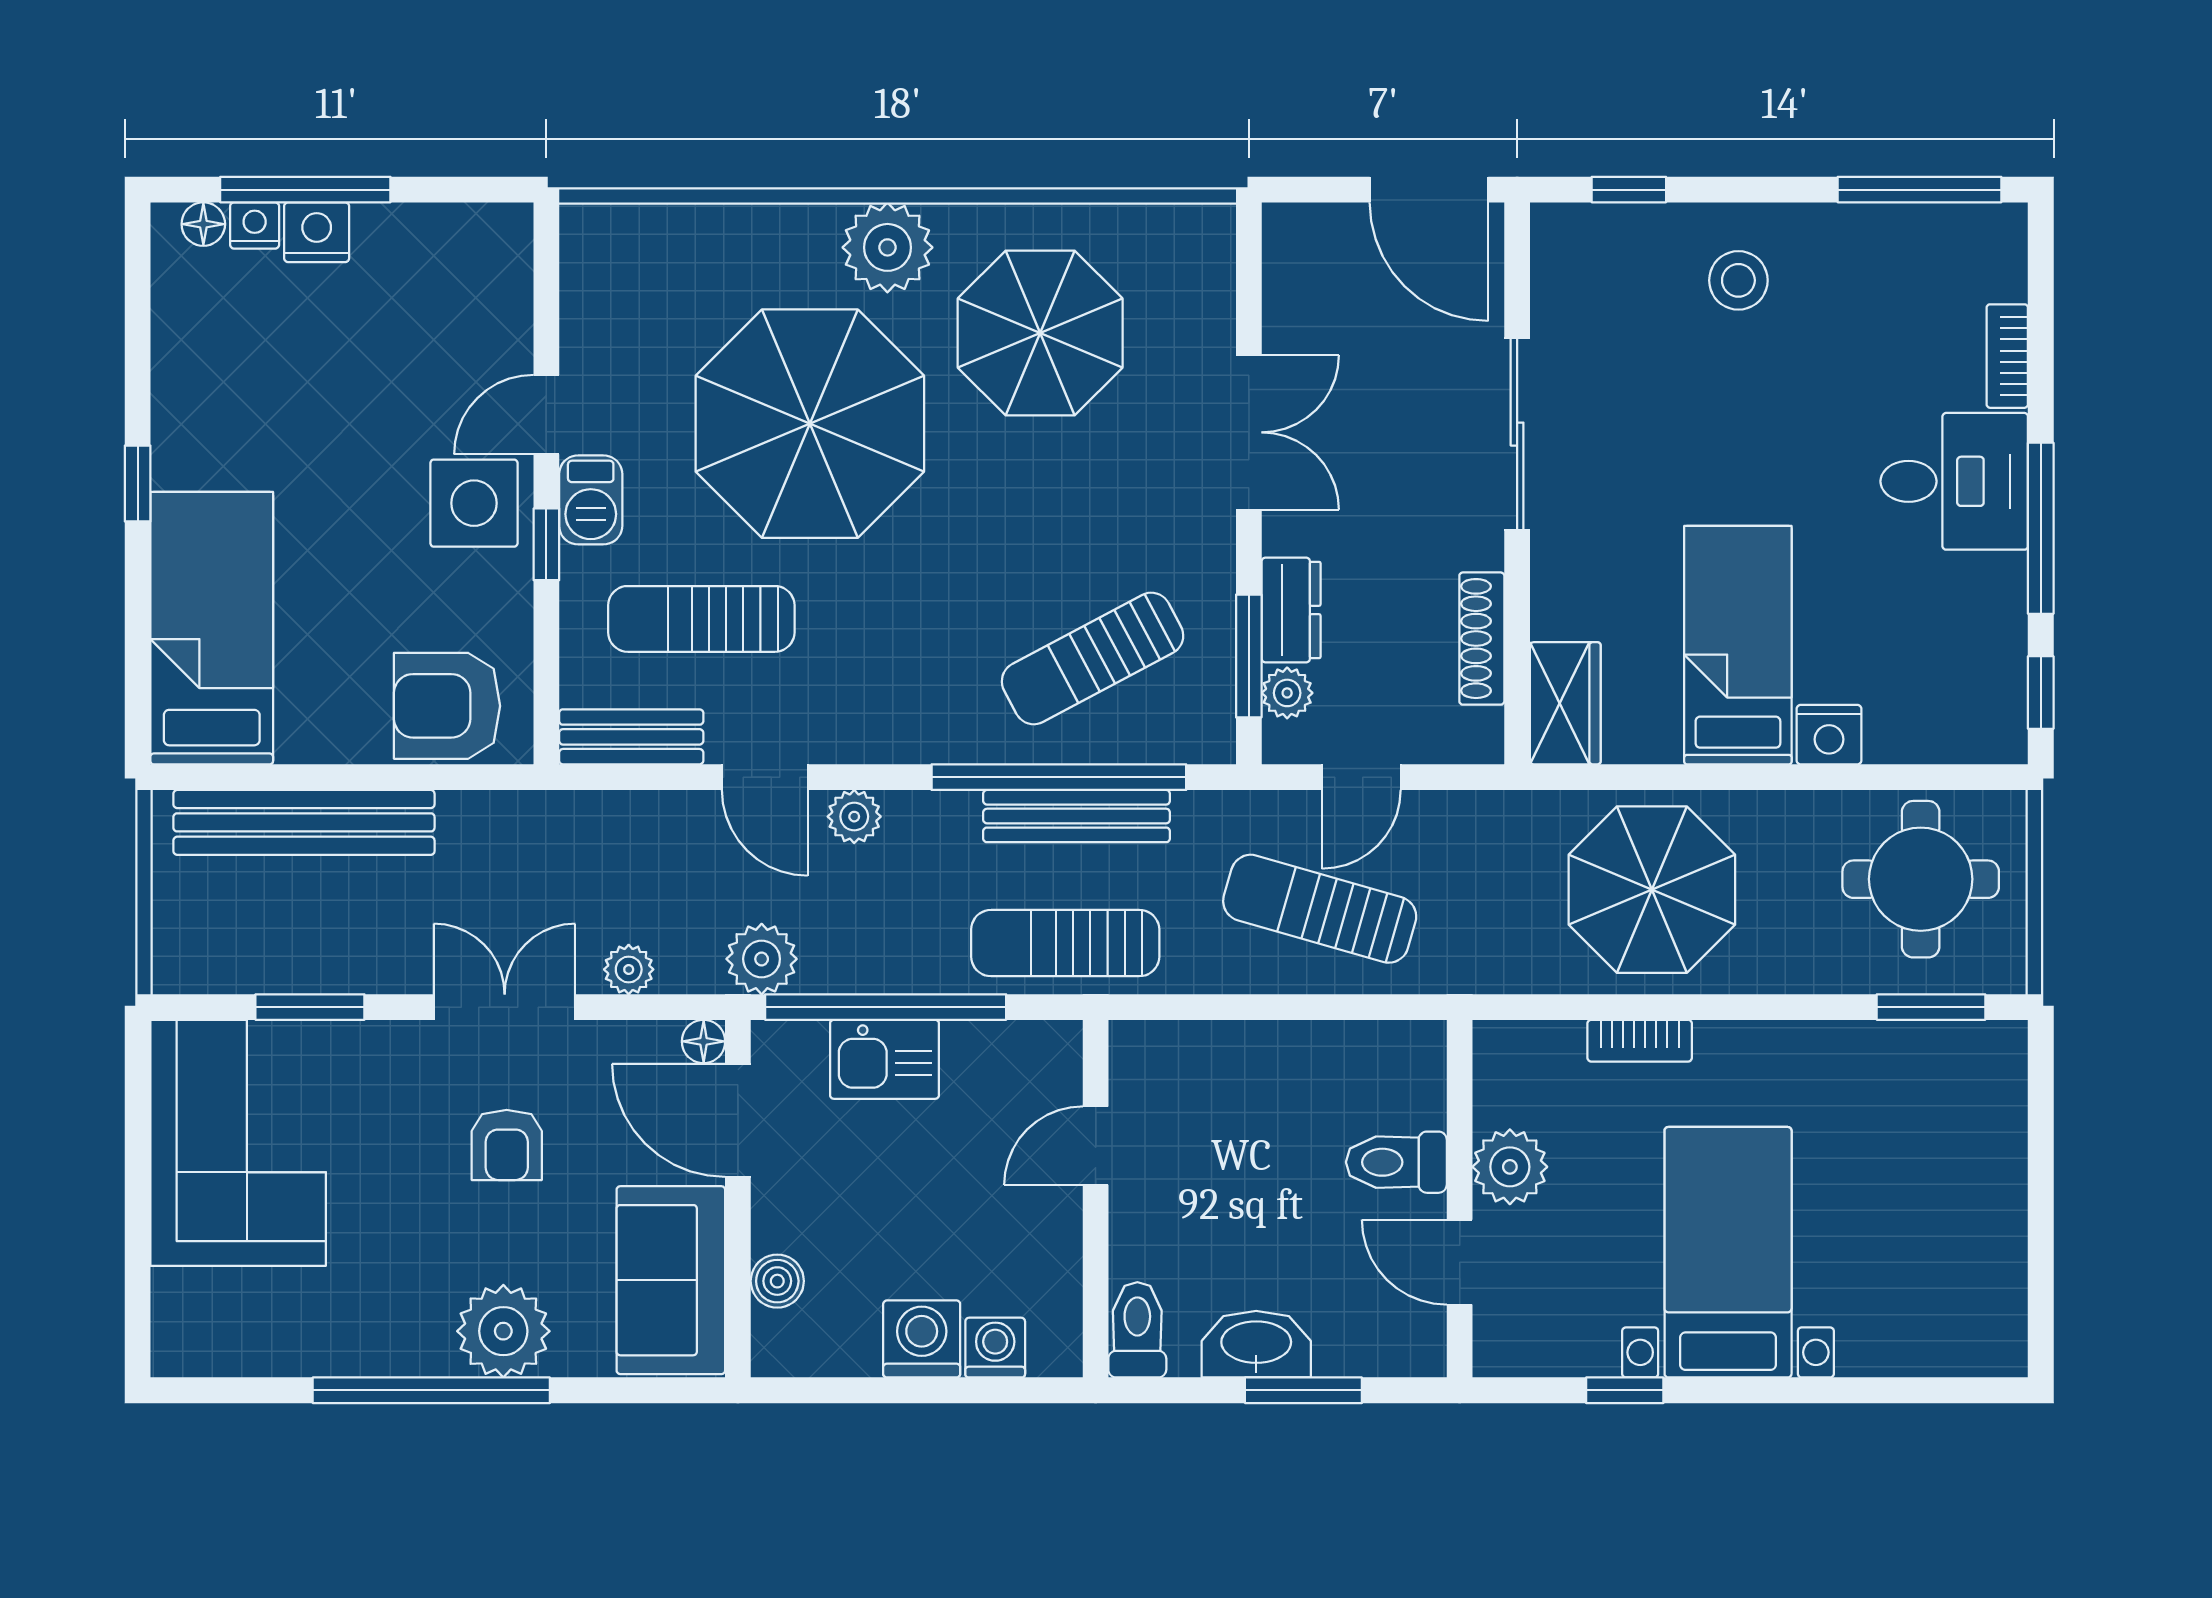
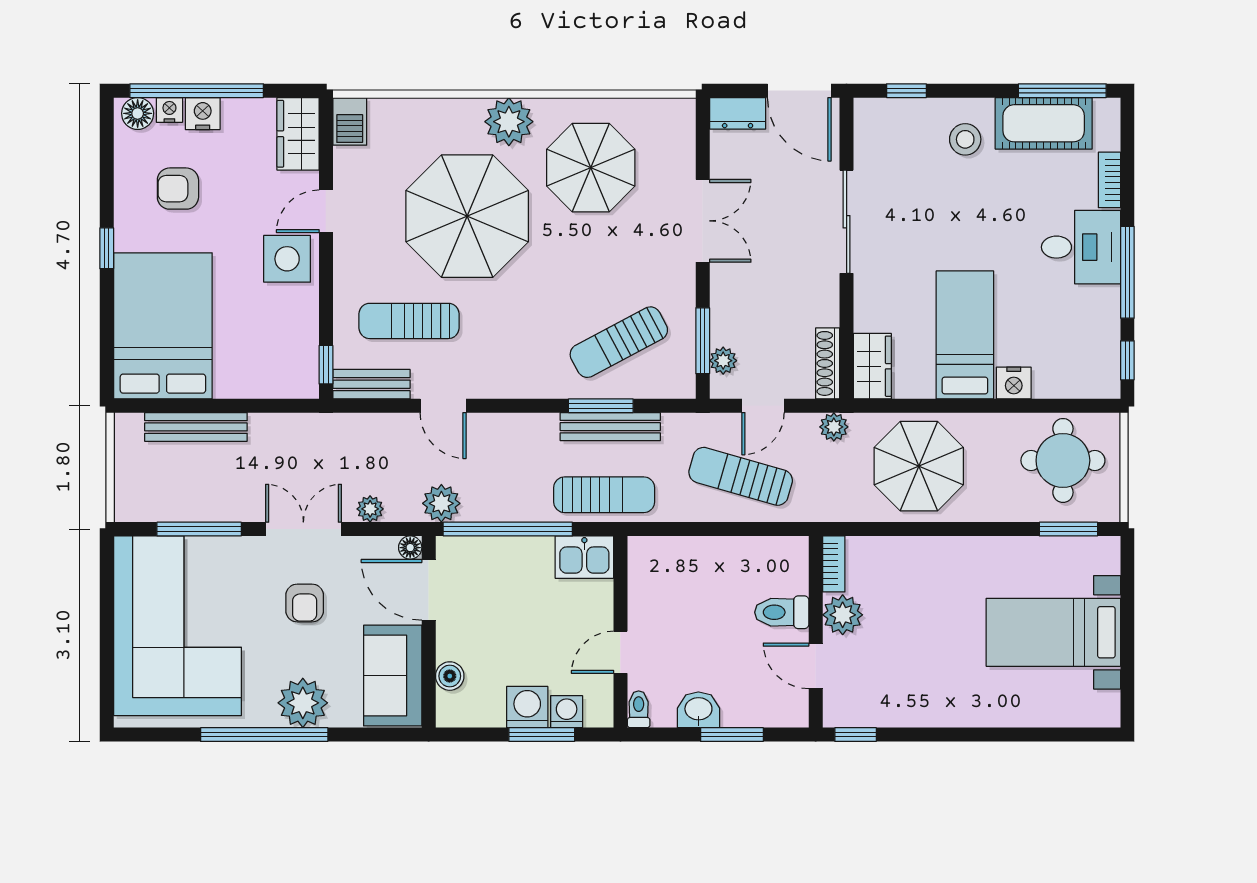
window: (305, 190) -> (197, 91), width x1.46
floor lamp: (203, 224) -> (138, 113), width x1.37, depth x1.37
cot: (1885, 250) -> (1044, 123), added
wardrobe: (494, 270) -> (298, 134), added
barbecue: (591, 500) -> (350, 121), moved
window: (546, 544) -> (326, 365), moved
dresser: (1291, 610) -> (738, 113), moved, turned 90
bed: (212, 628) -> (163, 326), width x1.50
shoe rack: (1482, 639) -> (828, 363), moved
armchair: (447, 706) -> (178, 189), moved, width x0.72, depth x0.72
window: (1059, 777) -> (601, 406), width x0.47
plant: (854, 817) -> (834, 427), moved
bench: (304, 822) -> (196, 427), width x0.73, depth x0.82
sun lounger: (1065, 943) -> (604, 495), turned 180
window: (310, 1007) -> (199, 529), width x1.44
bookcase: (1640, 1041) -> (834, 564), moved, turned -90
kitchen sink: (885, 1059) -> (584, 557), moved
corner sofa: (238, 1143) -> (178, 626), width x1.36, depth x1.36
door: (1096, 1146) -> (620, 652), moved
bed with nightstands: (1728, 1252) -> (1053, 632), moved, turned -90
toilet: (1137, 1330) -> (639, 709), width x0.73, depth x0.72
washbasin: (1256, 1344) -> (698, 710), width x0.72
window: (949, 1390) -> (542, 735), added
window: (1625, 1390) -> (856, 735), moved

